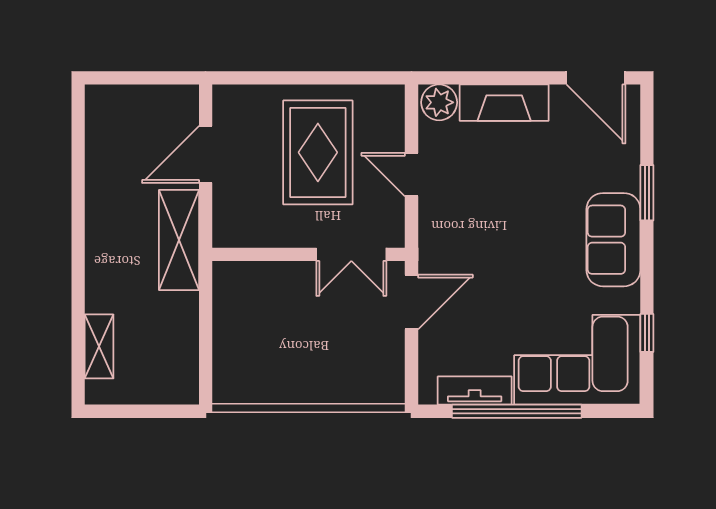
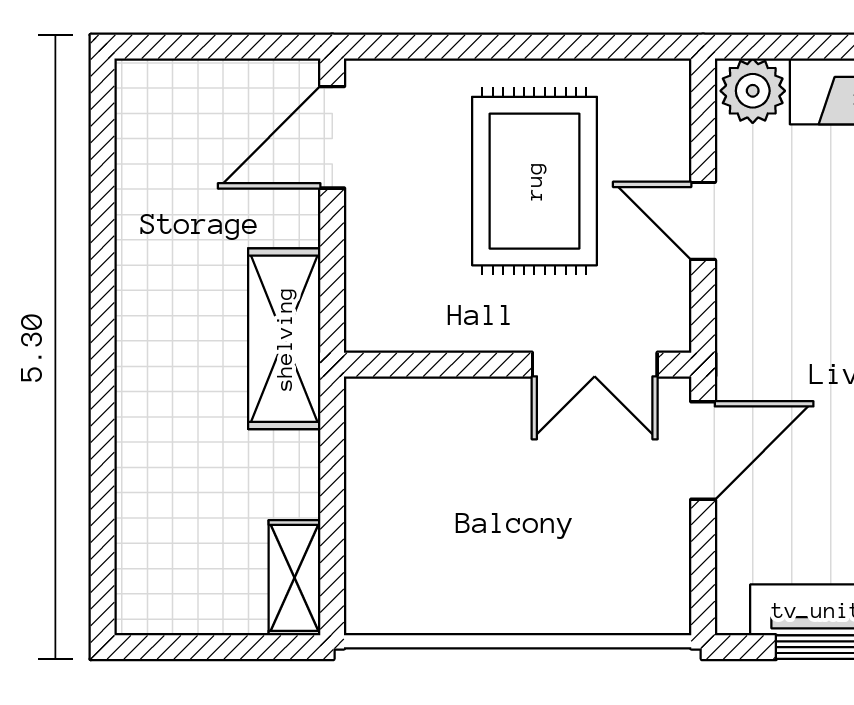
door: (206, 154) -> (332, 137), moved
shelving: (99, 346) -> (294, 578), moved

